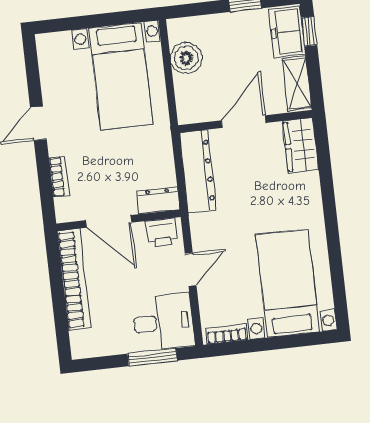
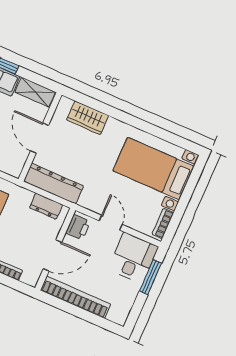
wardrobe: (301, 145) -> (88, 118), moved
dresser: (158, 200) -> (46, 206), moved, turned -90

